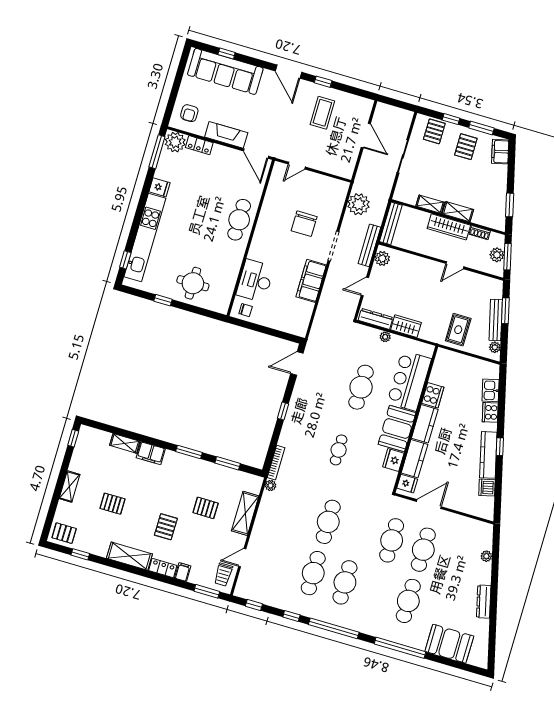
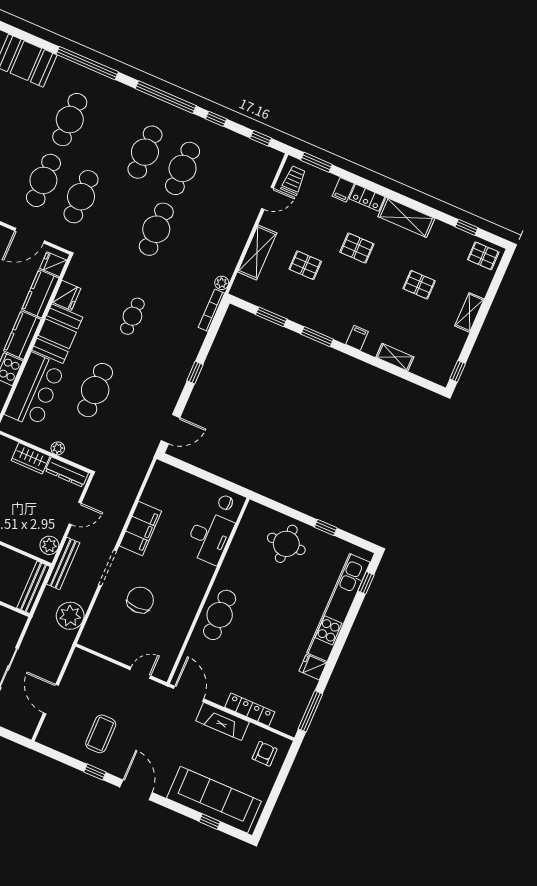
plant: (175, 142) -> (286, 720), removed
locker: (199, 145) -> (250, 710), width x1.53
filing cabinet: (151, 453) -> (357, 338), width x0.50
pallet: (166, 527) -> (357, 248), turned 90

